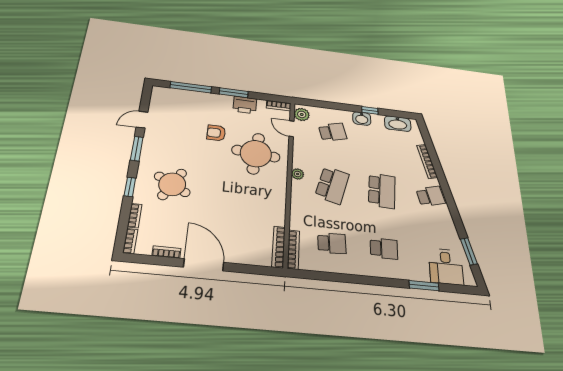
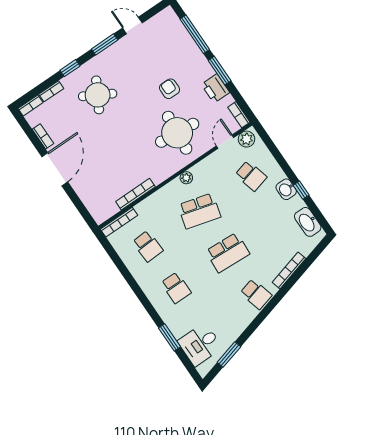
bookcase: (279, 247) -> (135, 194), moved

